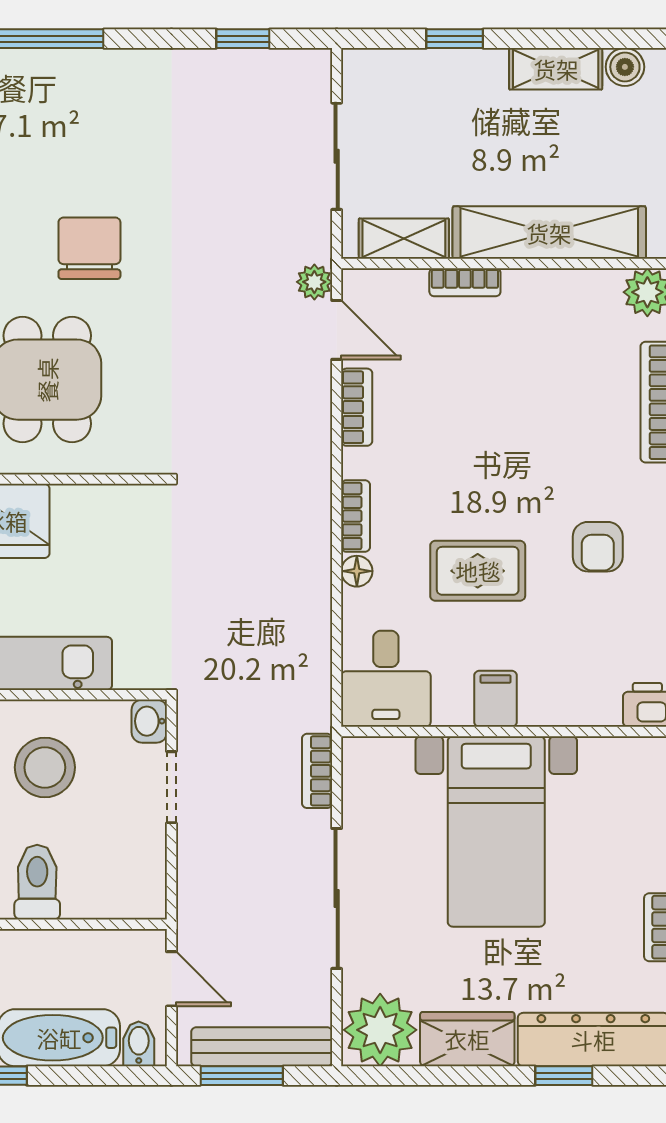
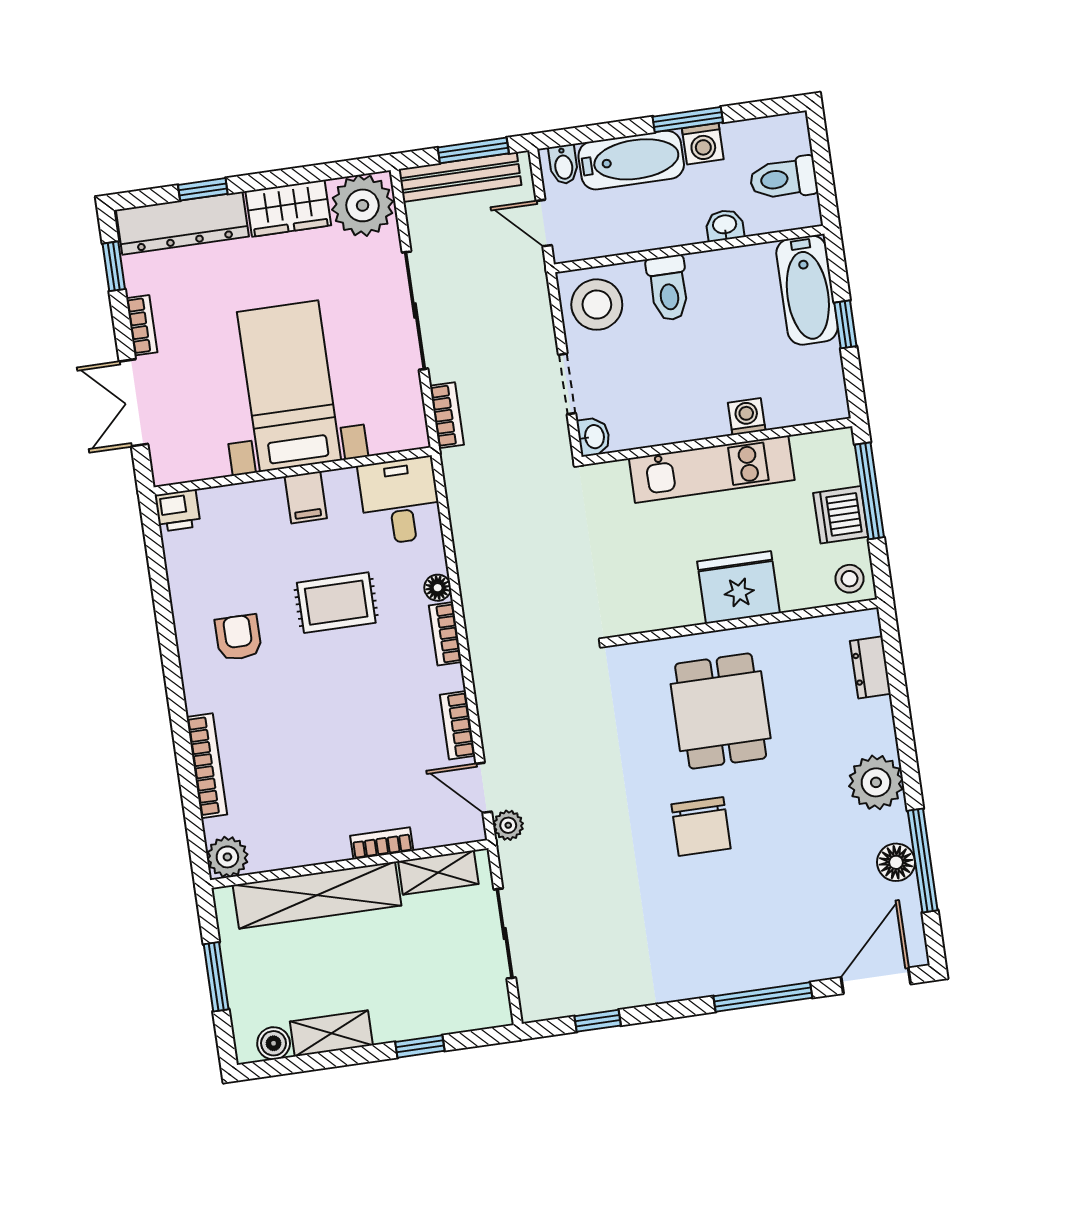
stool: (45, 767) -> (597, 305), moved

